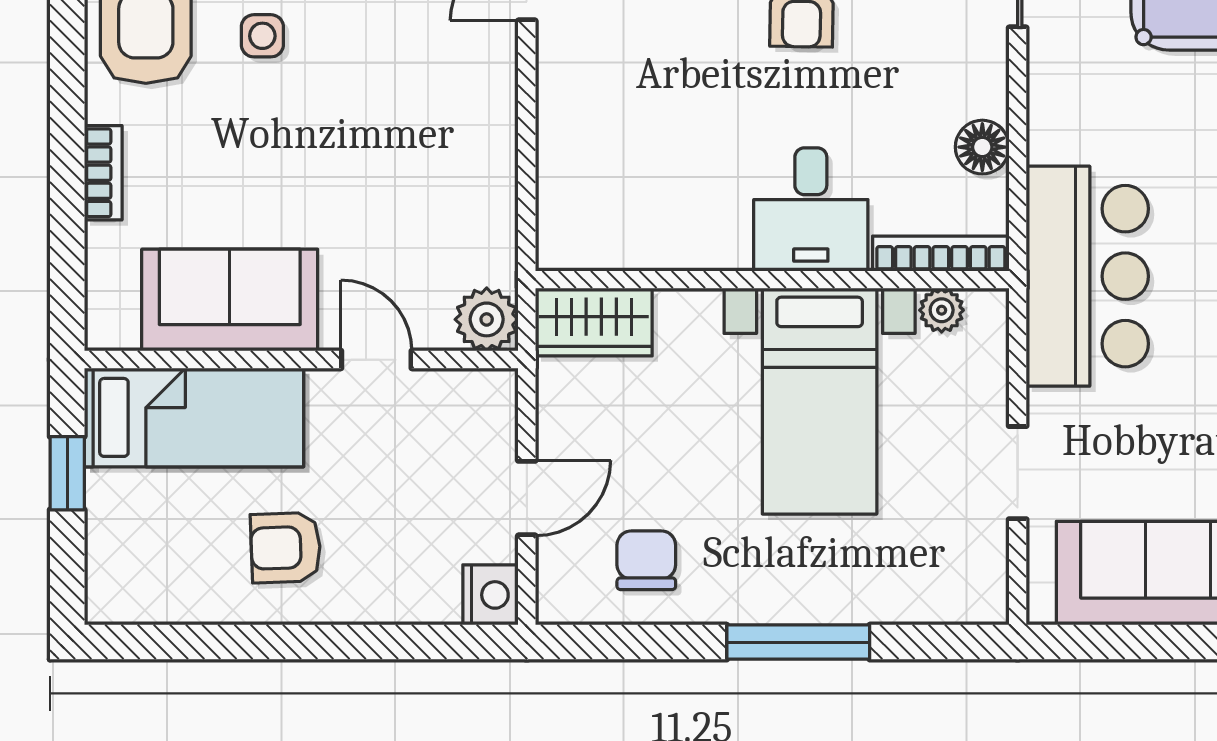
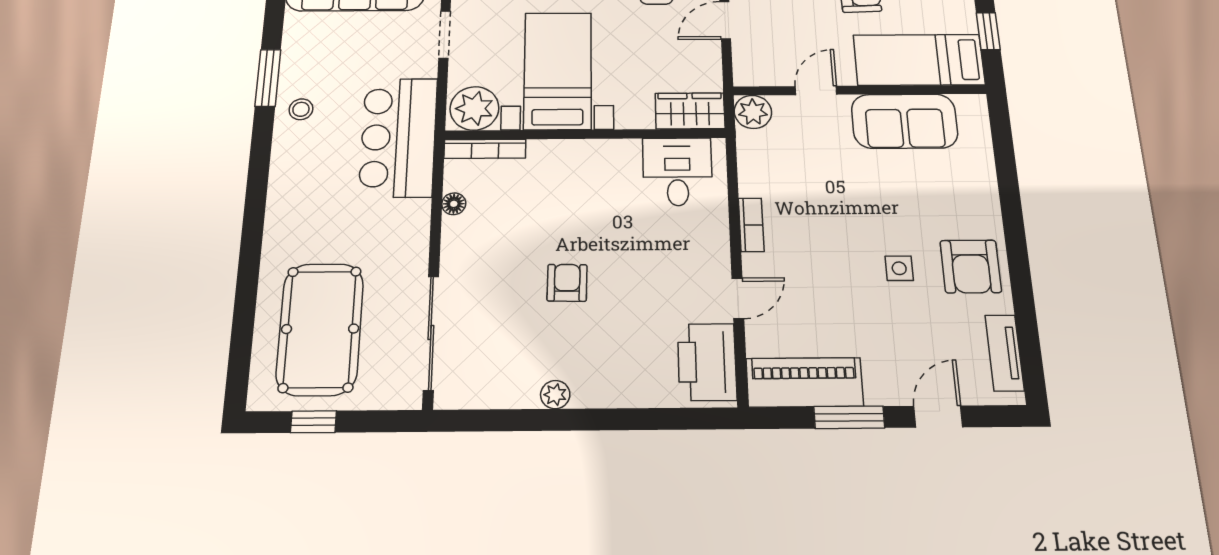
floor lamp: (982, 147) -> (454, 204), width x0.73, depth x0.73
bookcase: (103, 173) -> (751, 225), moved, turned 180
desk: (811, 209) -> (677, 172), moved
plant: (942, 310) -> (474, 108), width x1.88, depth x1.88
door: (376, 360) -> (816, 90), swing flipped

